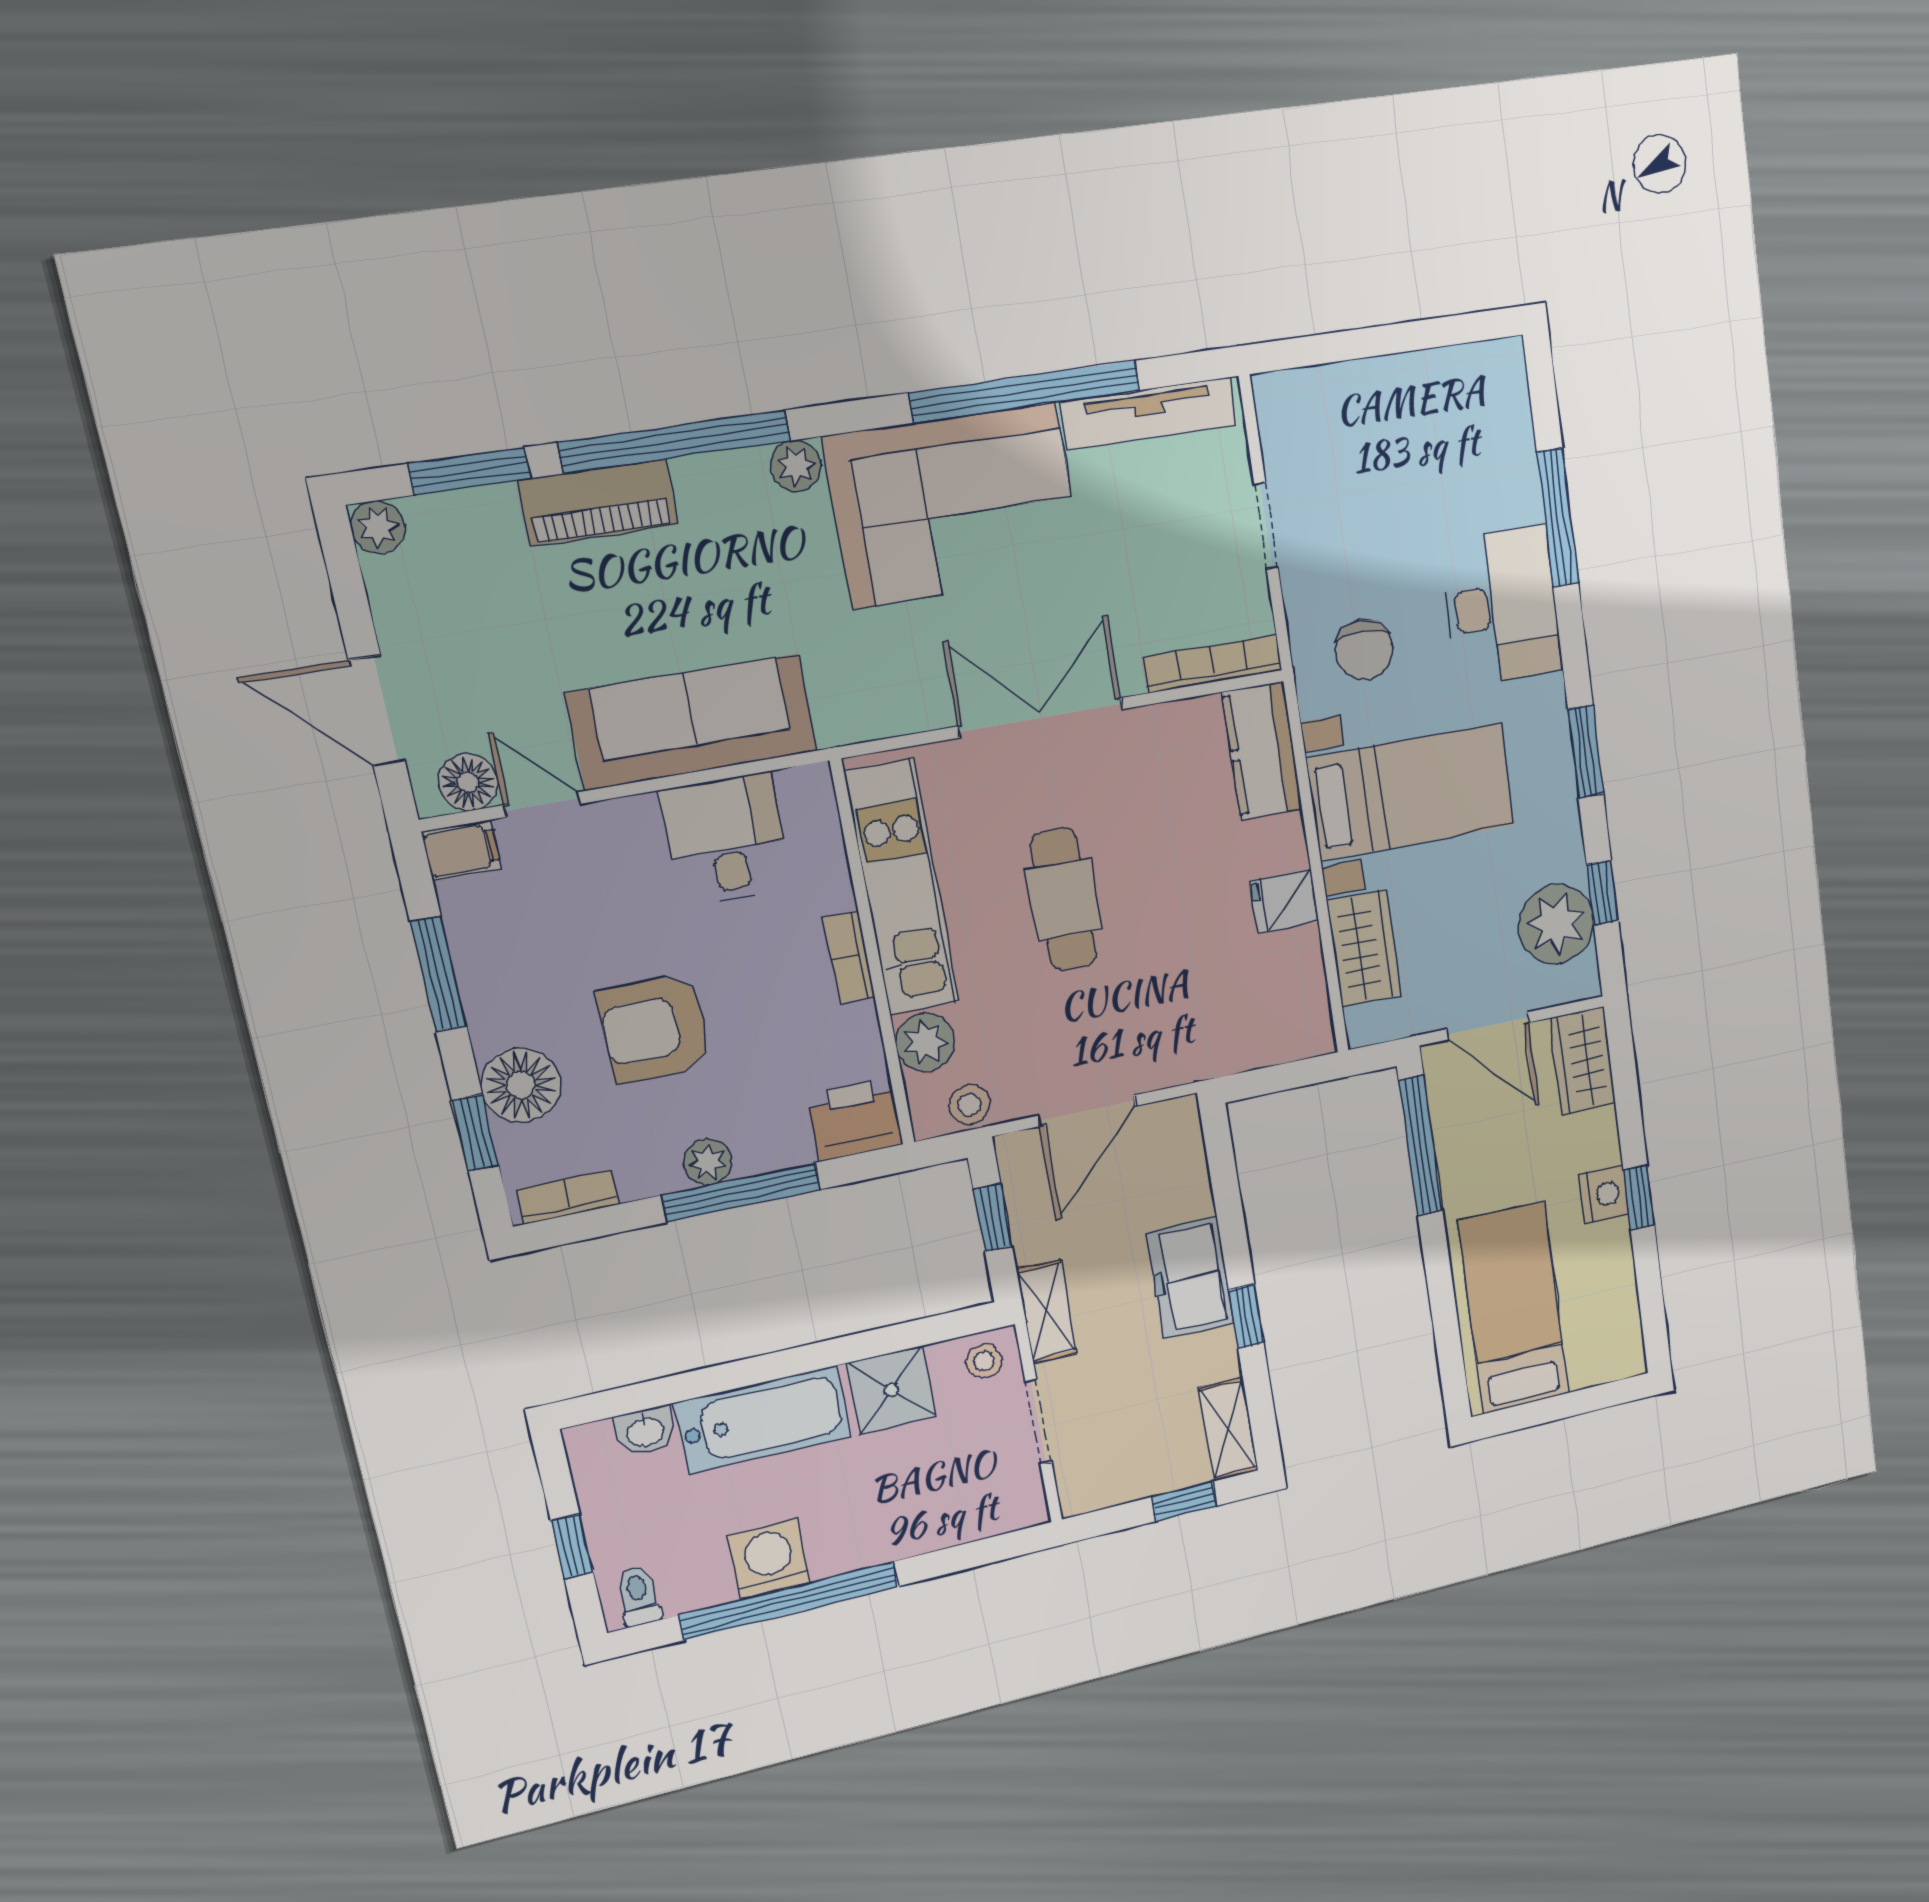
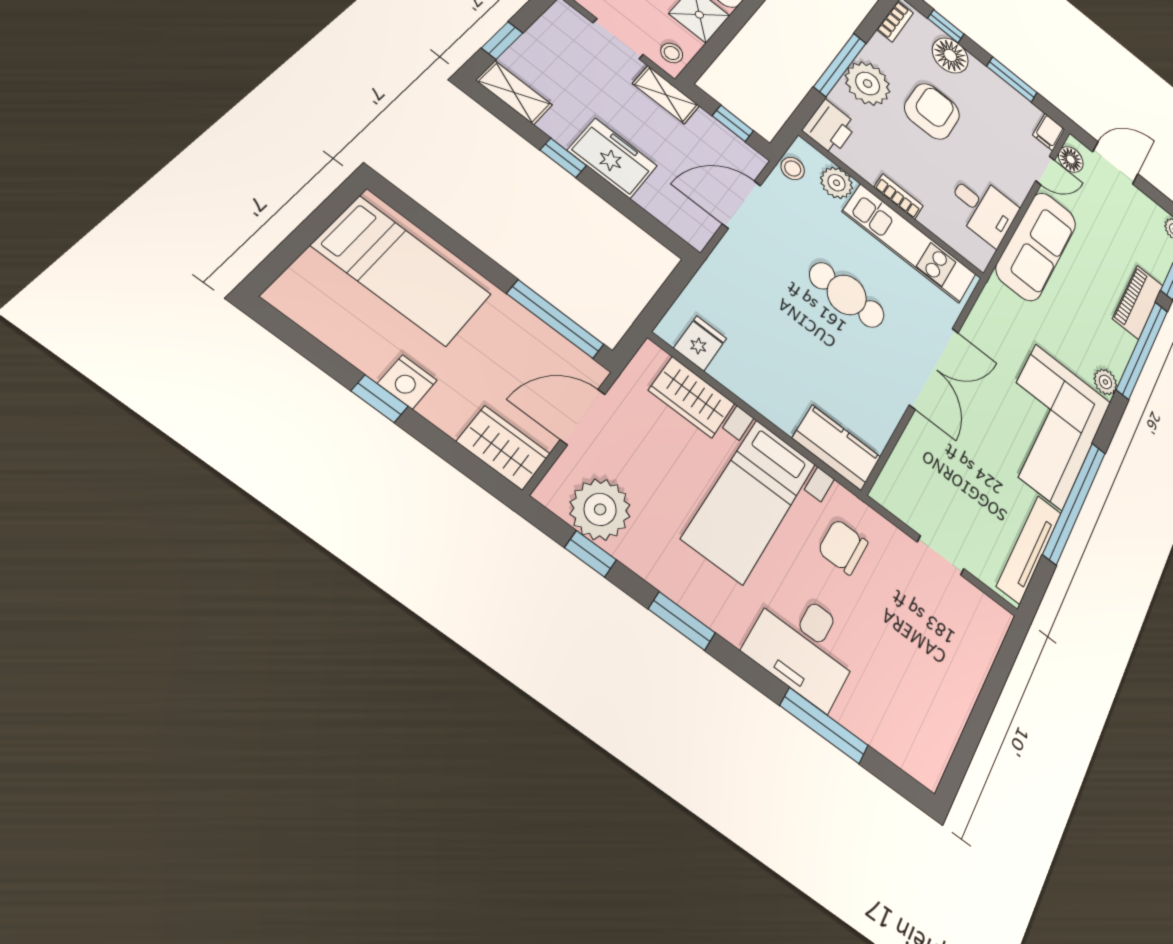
bookcase: (1213, 664) -> (897, 466), removed
fridge: (1284, 901) -> (700, 343), moved
door: (1087, 1111) -> (742, 205), hinge flipped
plant: (708, 1162) -> (868, 84), width x1.87, depth x1.87

